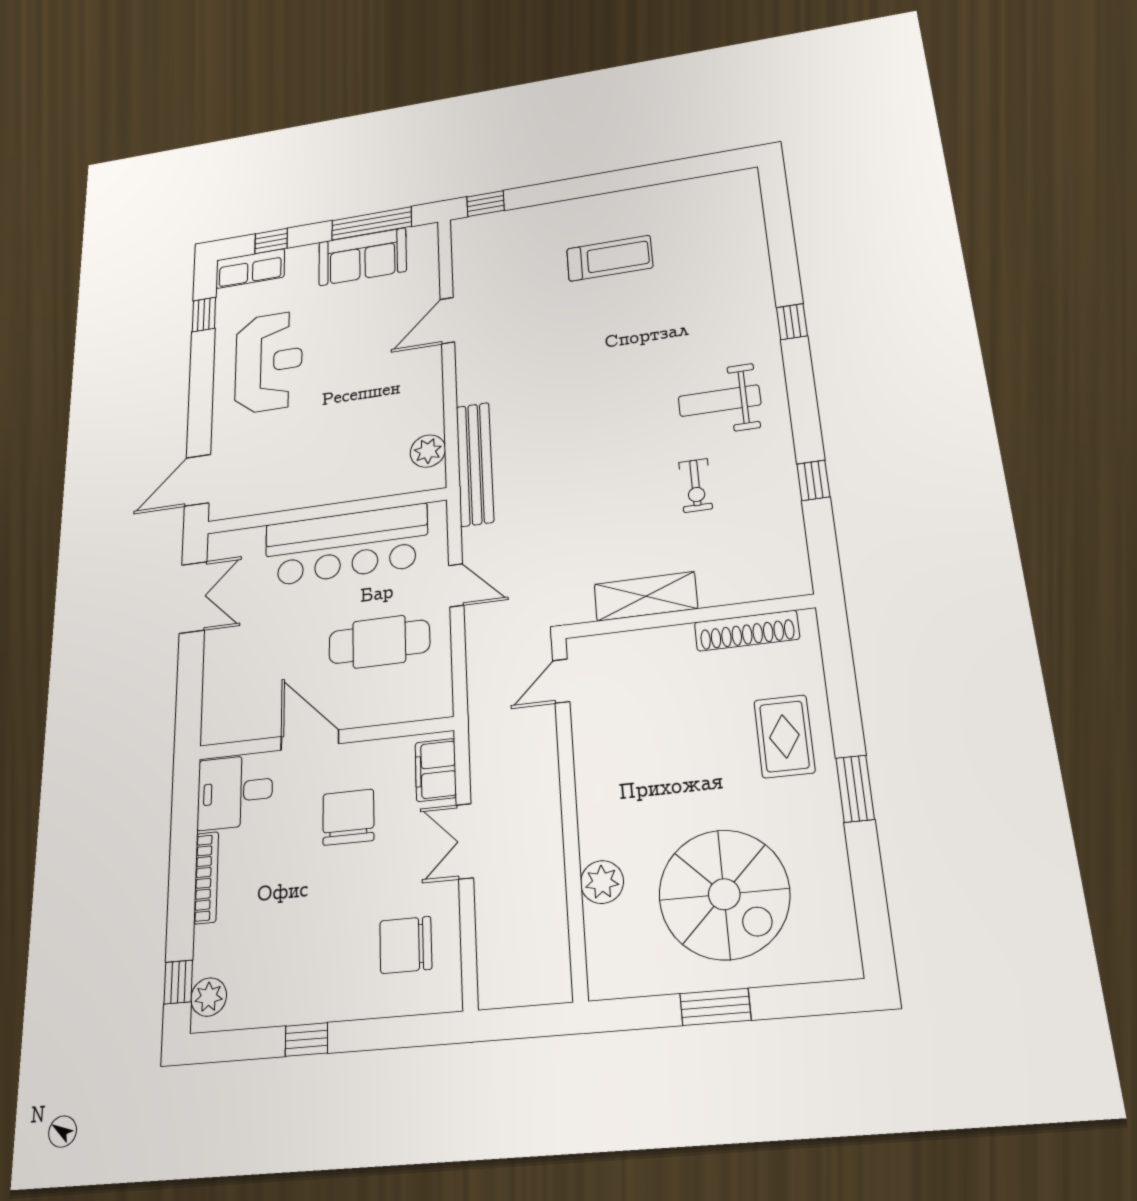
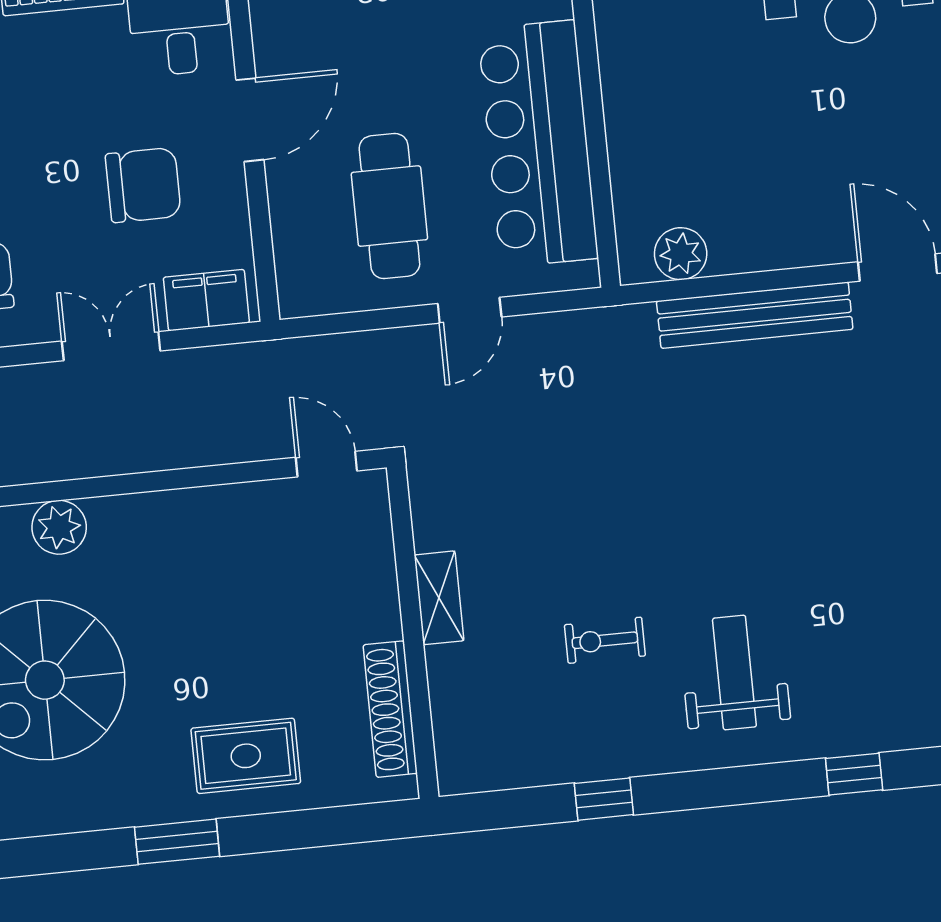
bench: (475, 464) -> (755, 315), moved
shelving: (646, 596) -> (439, 598), width x0.67, depth x0.75

